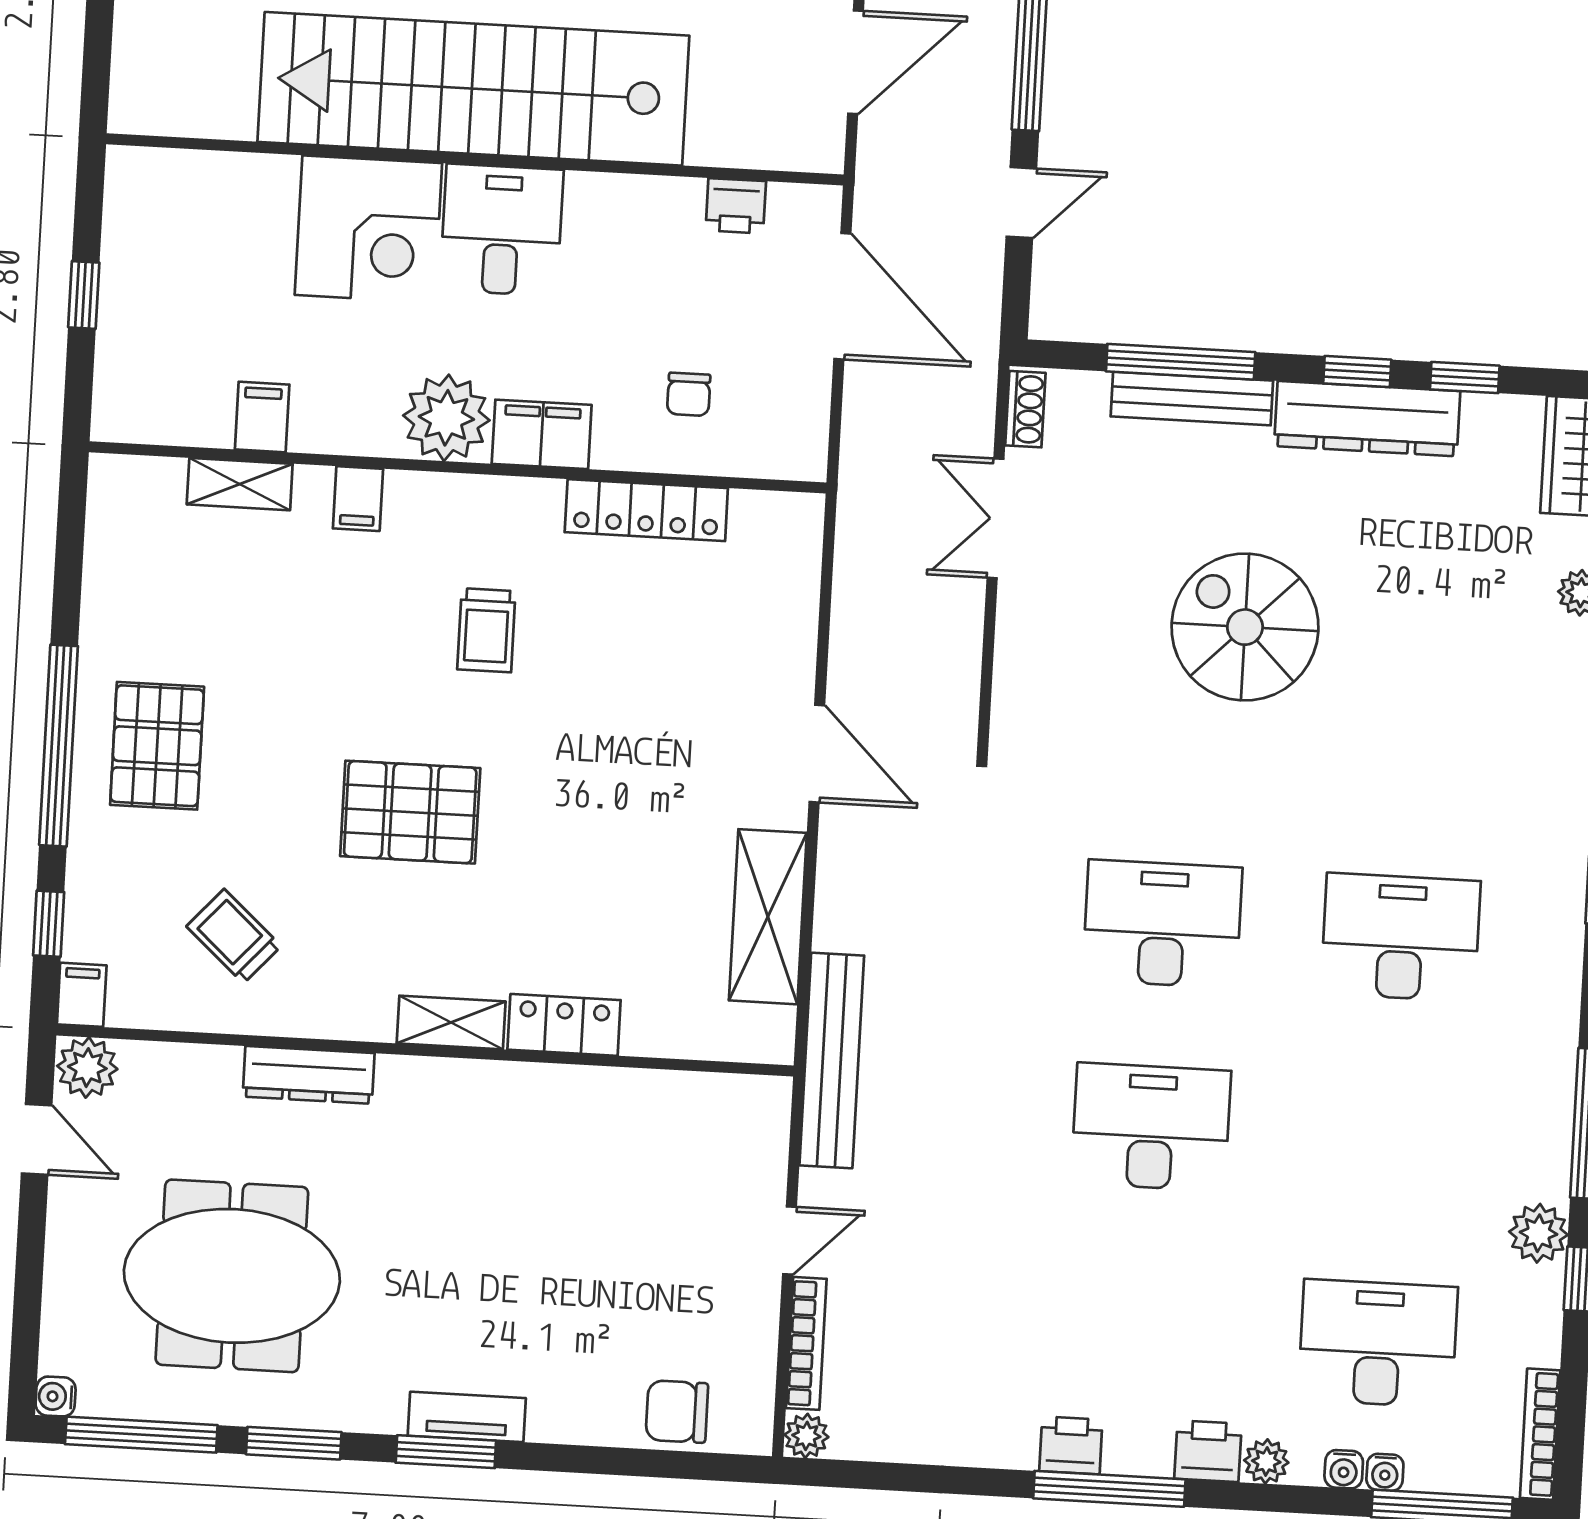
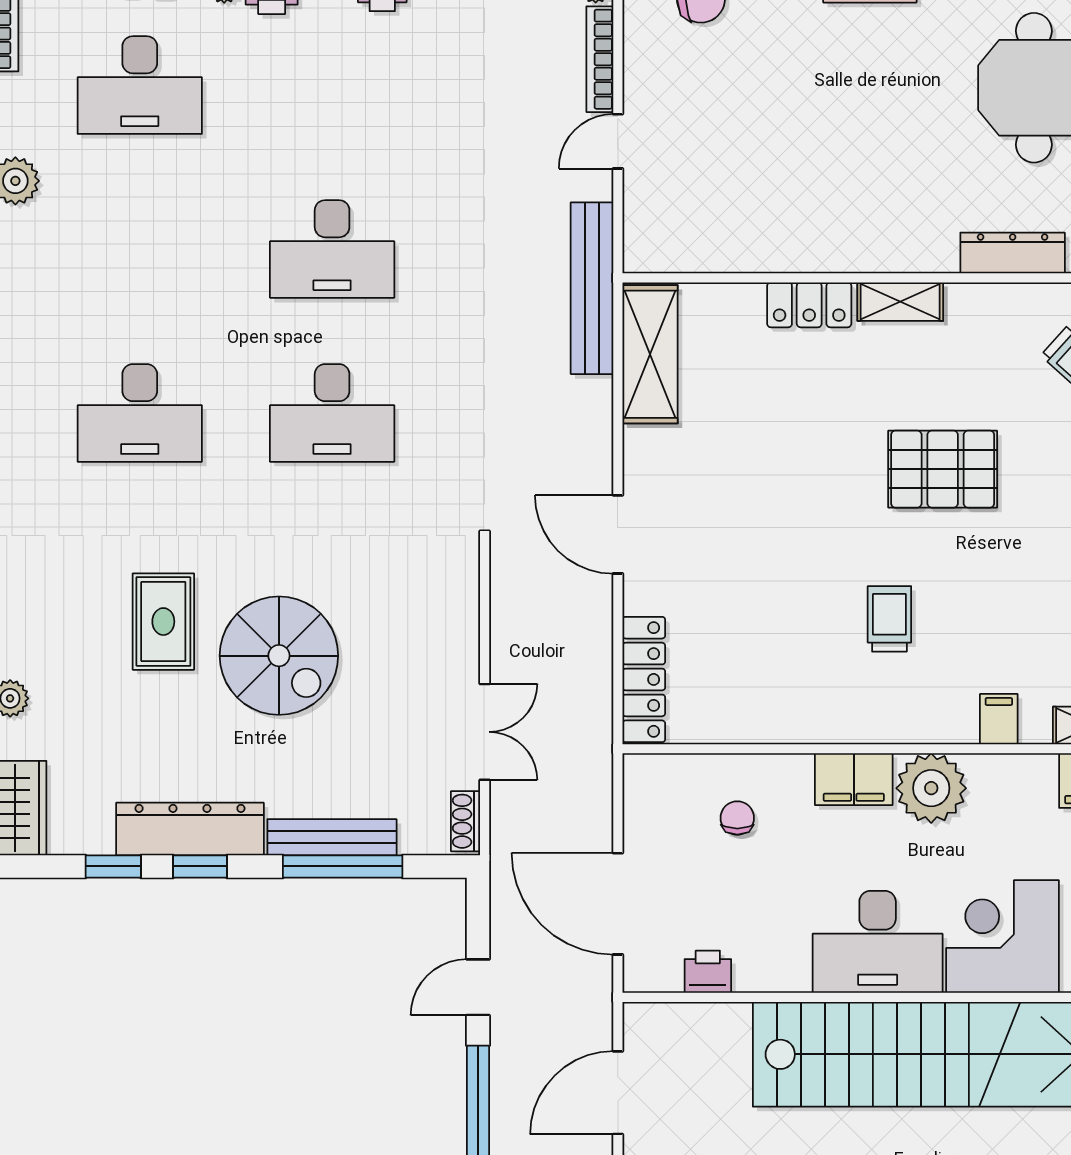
desk: (502, 230) -> (878, 942), width x1.37
locker: (646, 510) -> (644, 679), moved, turned 90
rug: (1386, 677) -> (163, 622), added
shelving: (768, 917) -> (650, 354), moved

